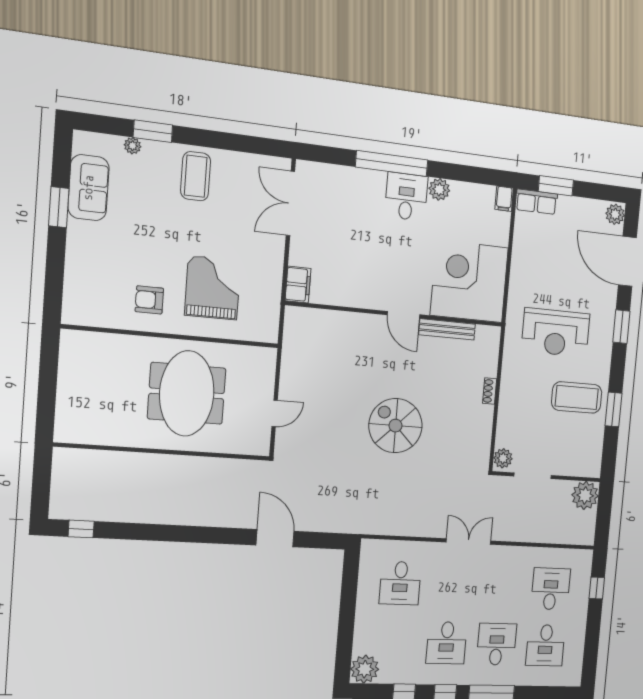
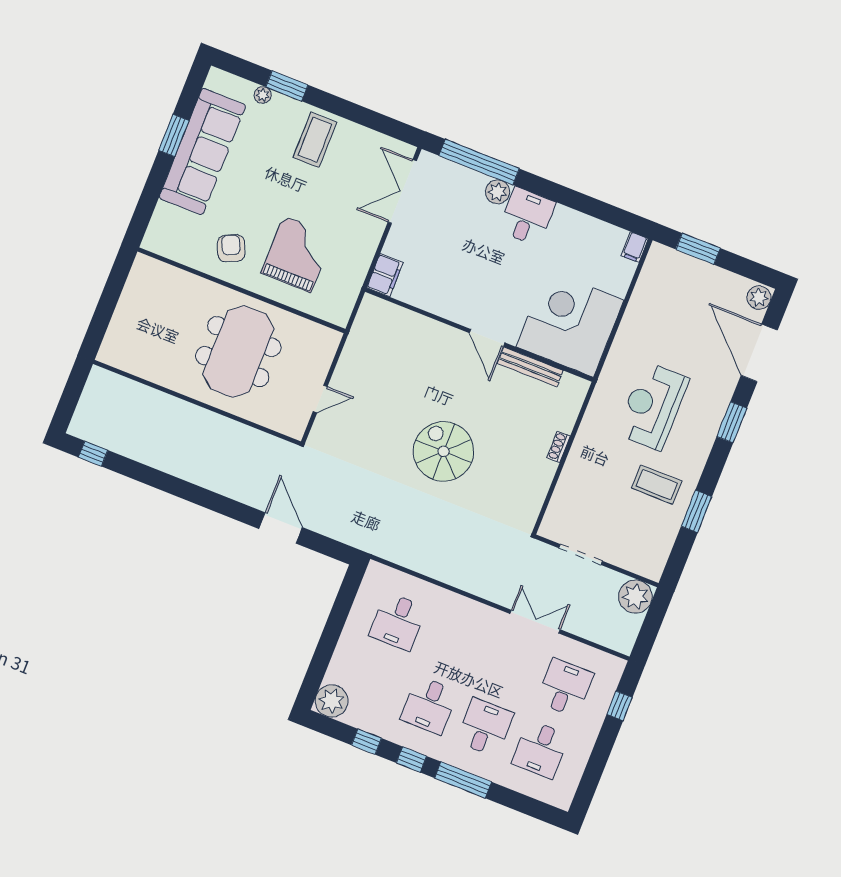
window: (392, 164) -> (479, 162), moved
sofa: (88, 188) -> (202, 152), width x1.85, depth x1.27
plant: (439, 189) -> (498, 192), moved
row of seats: (537, 202) -> (671, 260), removed
armchair: (149, 300) -> (231, 248), turned 65
reception desk: (556, 332) -> (652, 406), turned 90
coffee table: (577, 397) -> (657, 485), width x0.73, depth x0.76
plant: (503, 458) -> (552, 524), removed
double door: (469, 542) -> (535, 622), moved

